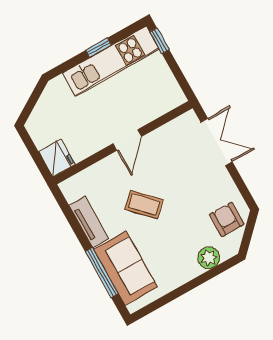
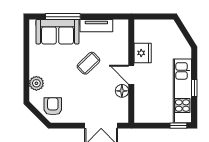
floor lamp: (156, 140) -> (122, 91), added
fridge: (57, 158) -> (143, 53), moved, turned -90
armchair: (227, 219) -> (53, 106), turned -90

